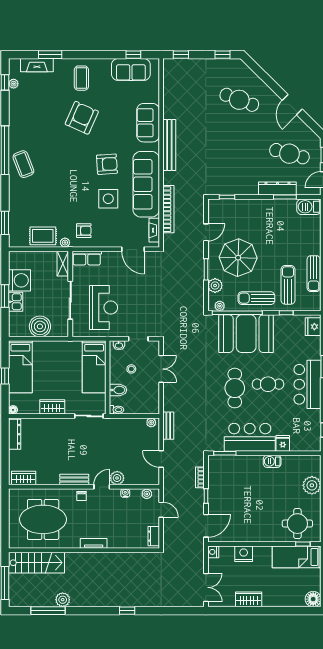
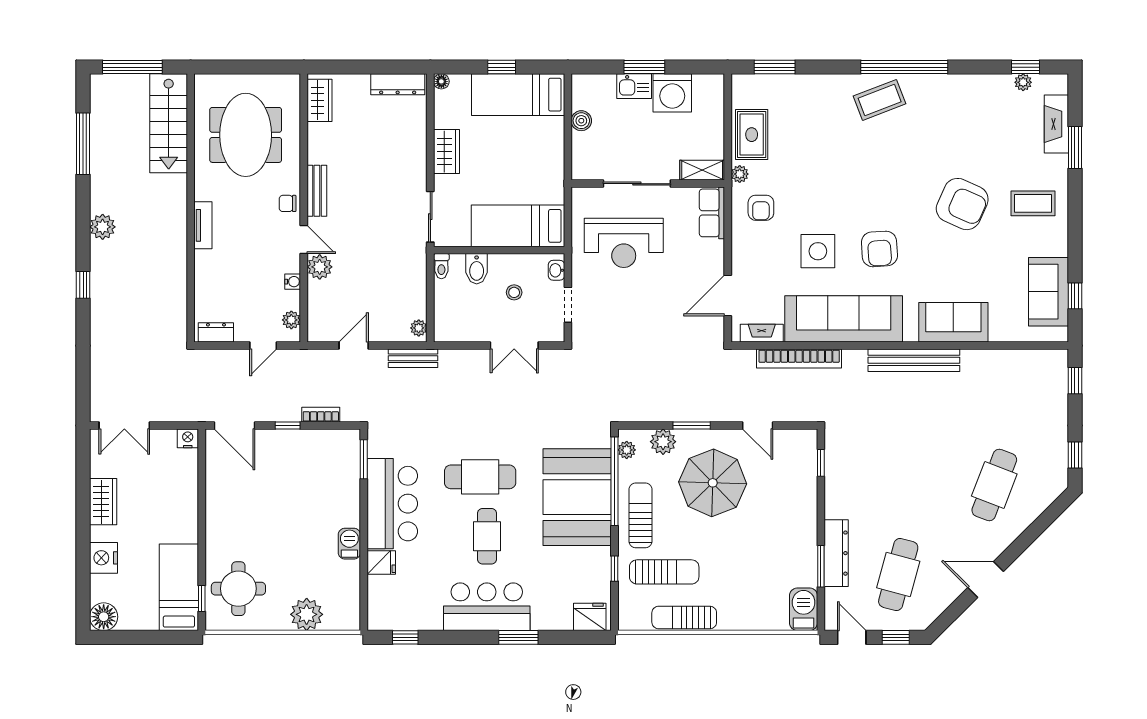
boiler: (40, 326) -> (581, 121), width x0.54, depth x0.54
nightstand: (244, 554) -> (104, 558), moved, turned 180
plant: (63, 600) -> (103, 227), moved

